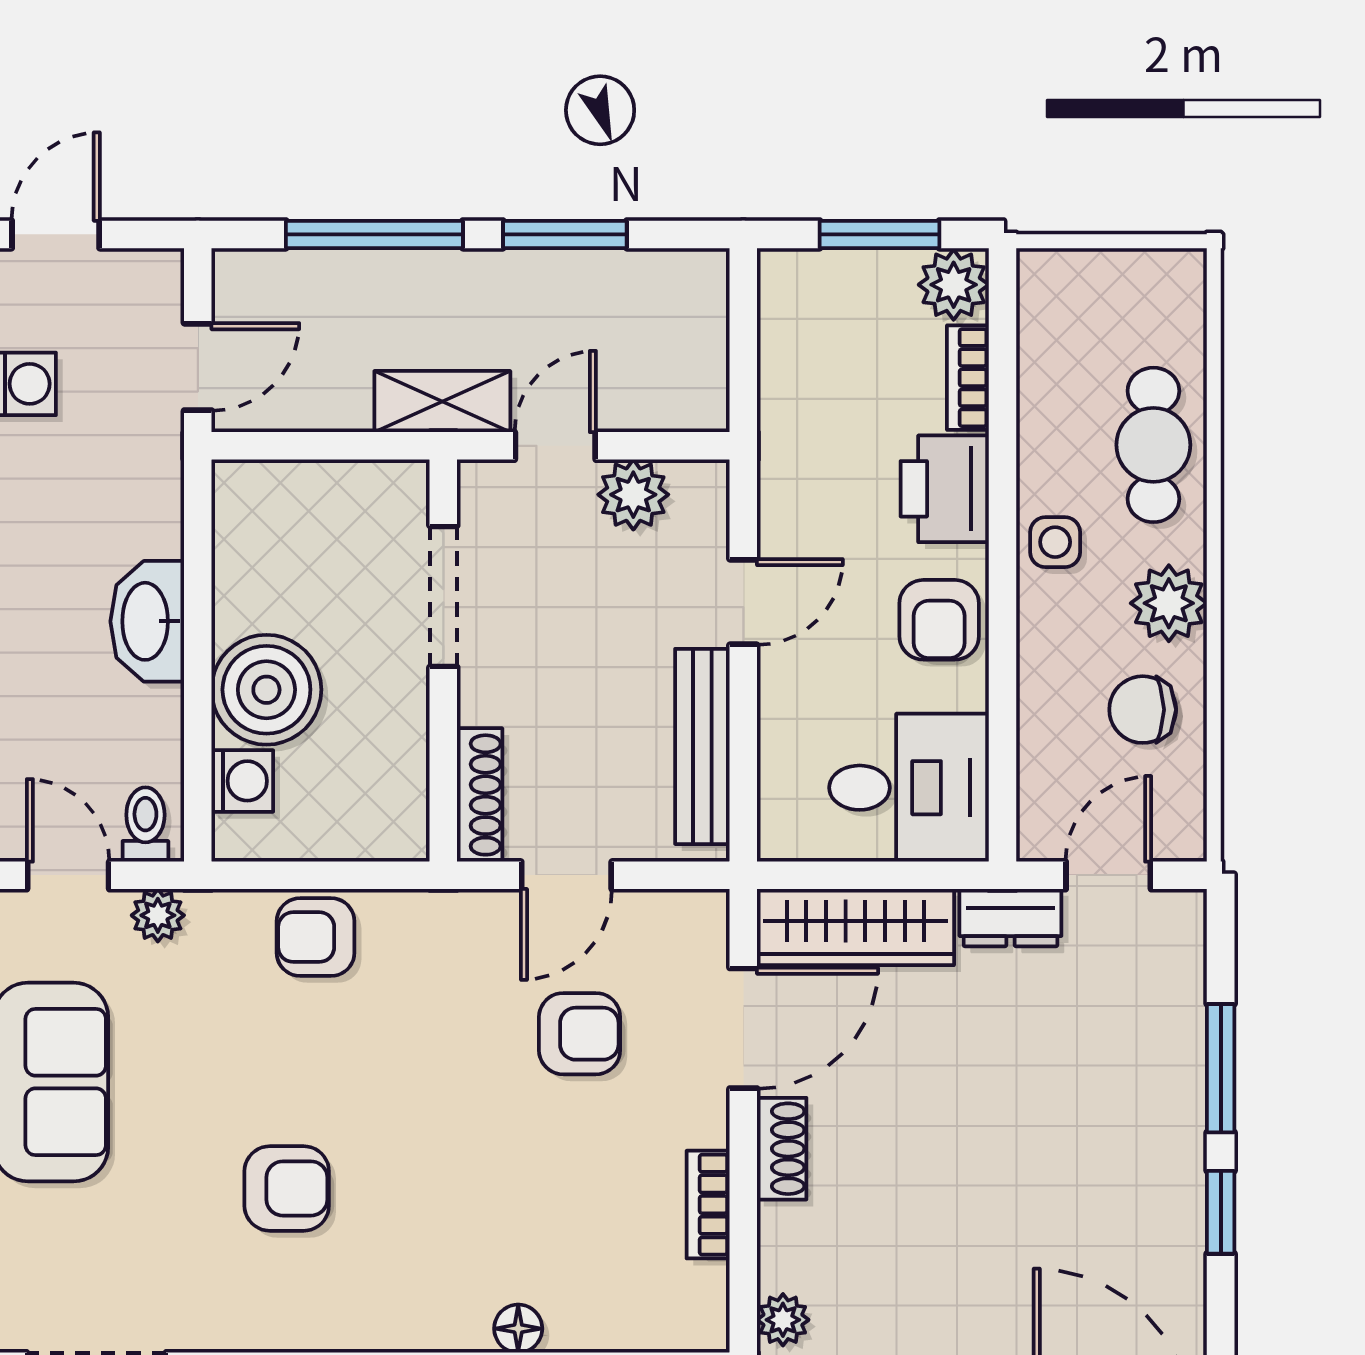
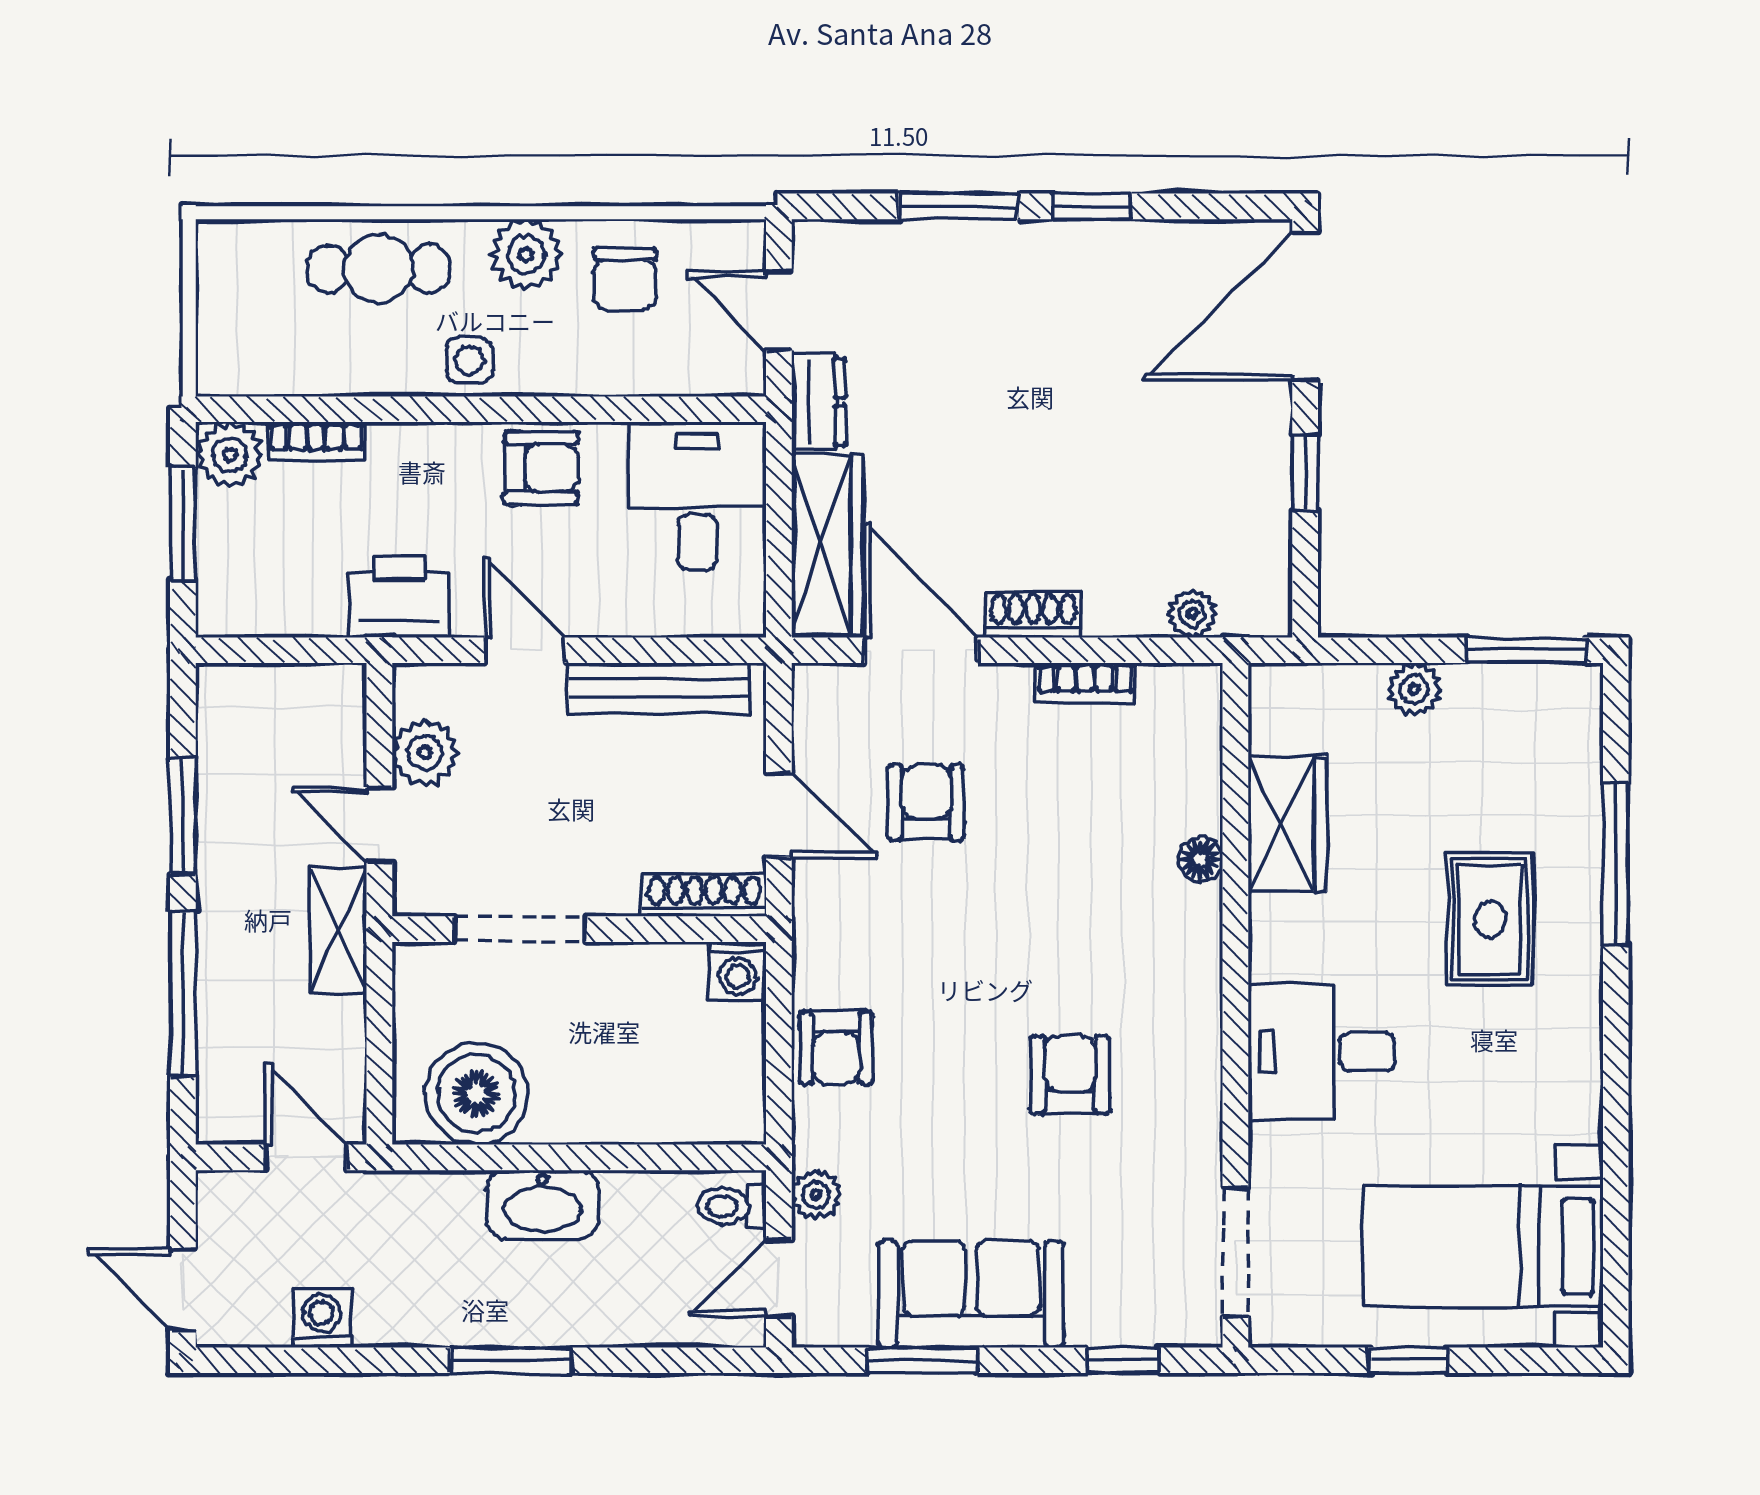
printer: (945, 489) -> (399, 597), moved, turned 180
boiler: (266, 690) -> (476, 1094), moved
washing machine: (242, 781) -> (738, 971), moved, turned 180

